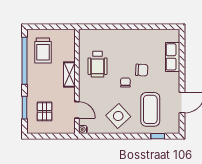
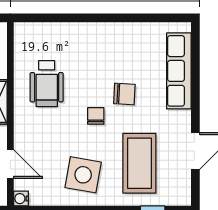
row of seats: (173, 57) -> (179, 71), width x1.48
side table: (118, 116) -> (83, 175), turned -38

